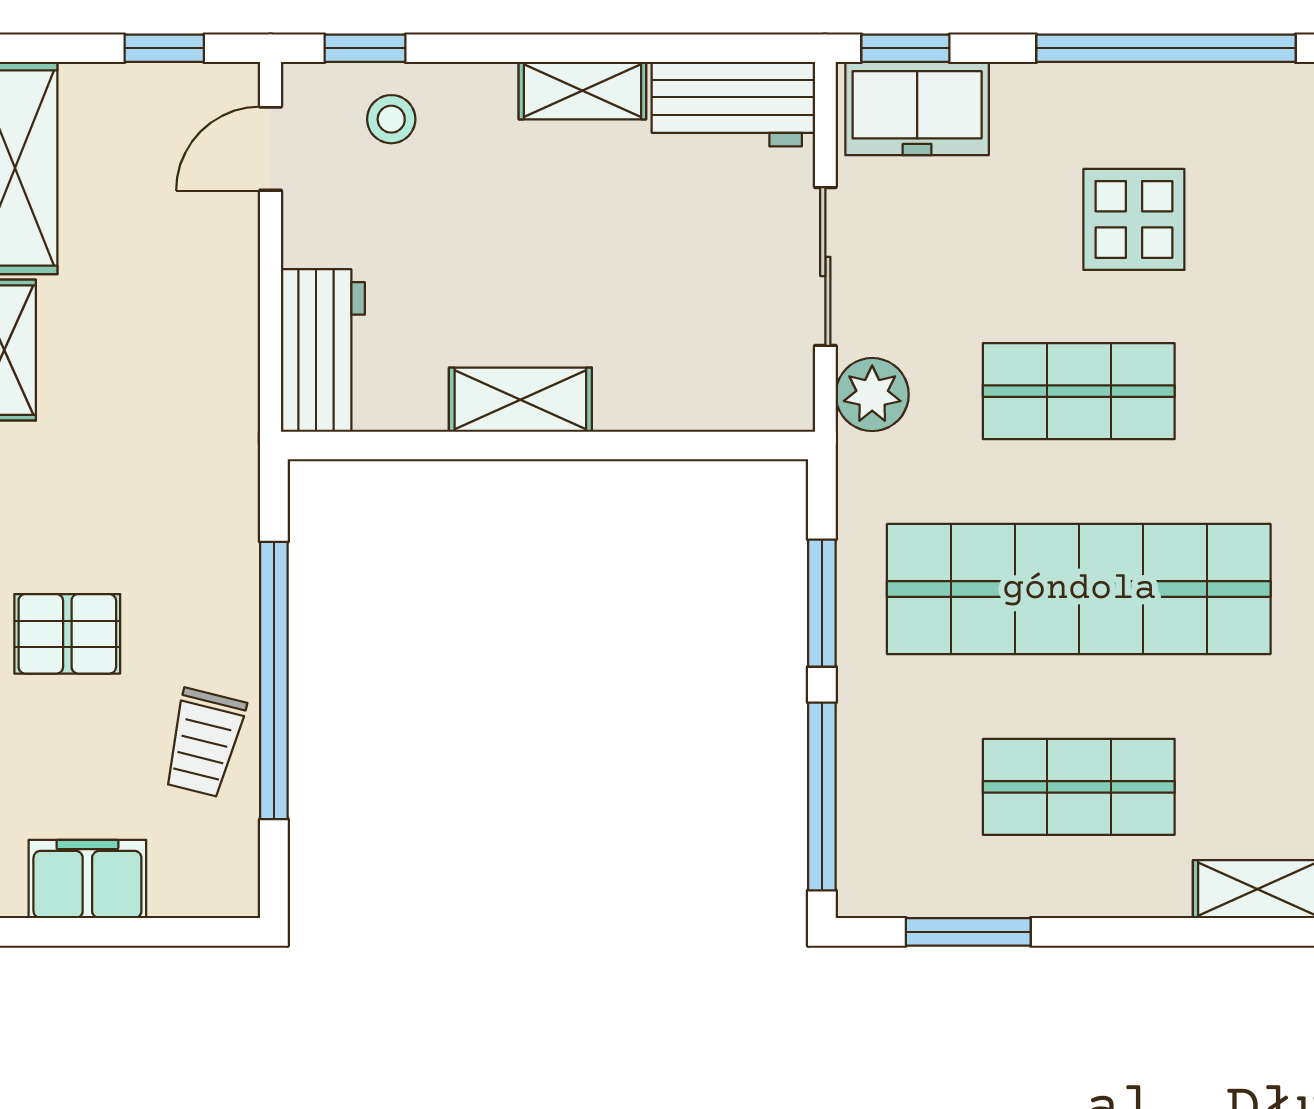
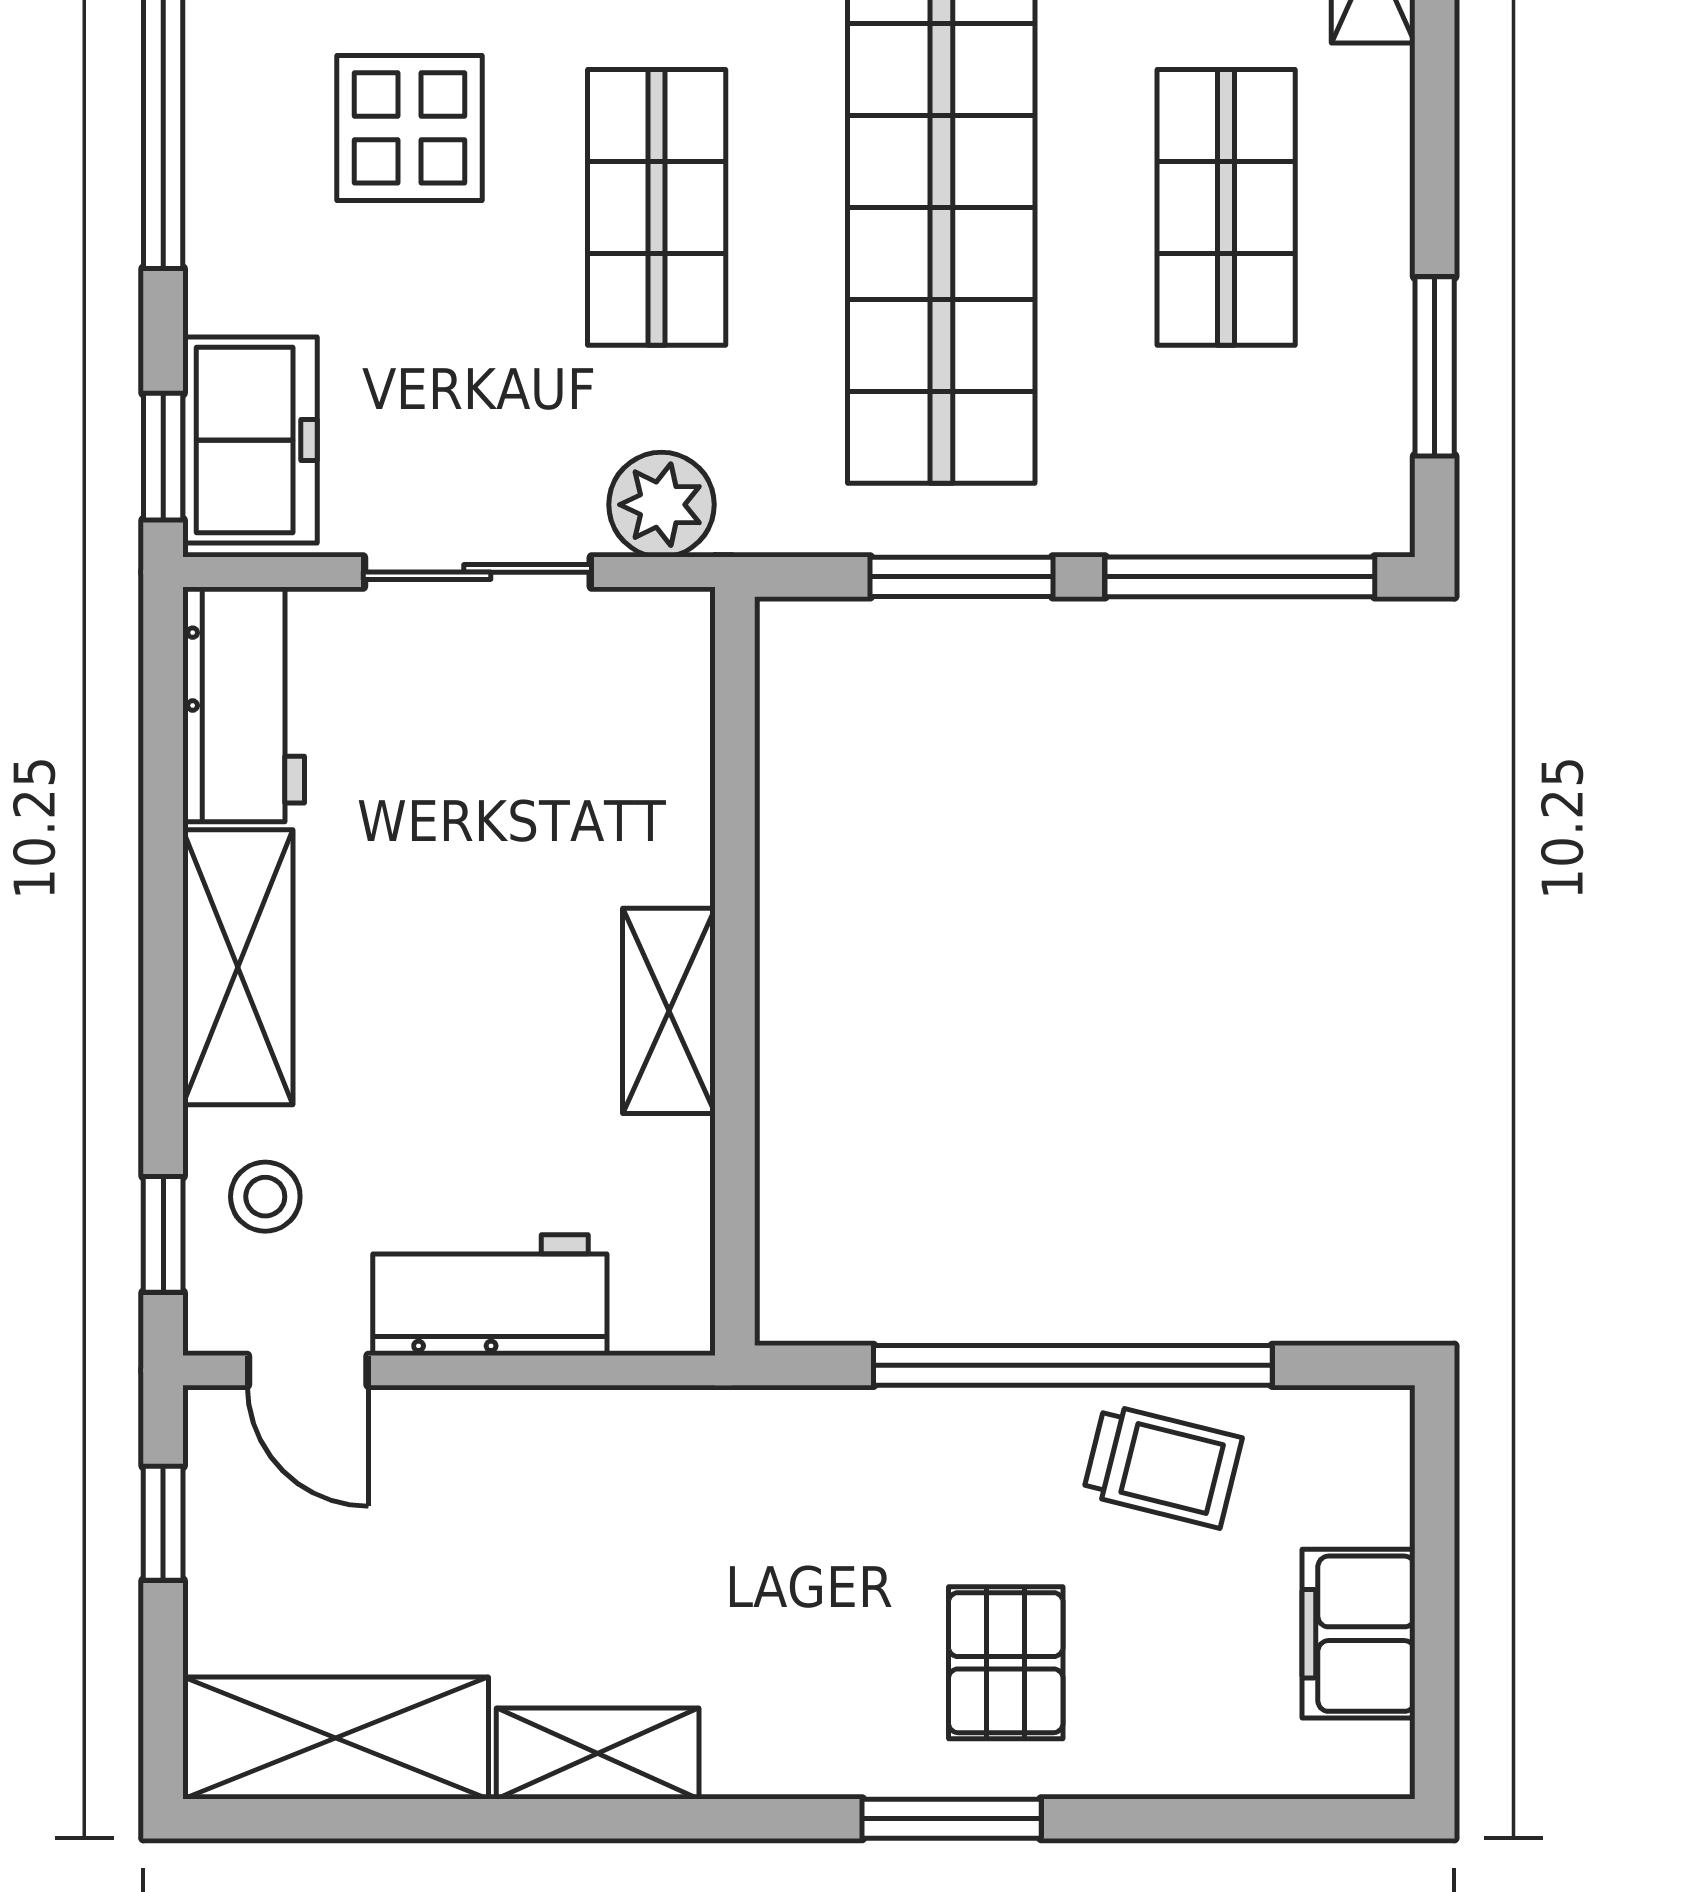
shelving: (582, 91) -> (238, 967), width x1.50, depth x1.33
workbench: (323, 350) -> (490, 1295), moved

